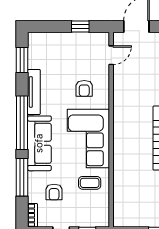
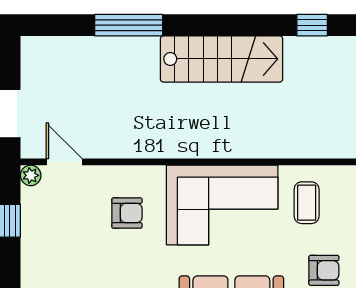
plant: (104, 38) -> (31, 175), added

